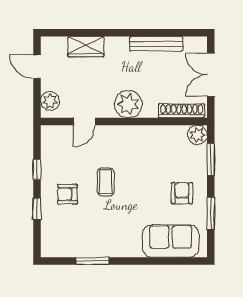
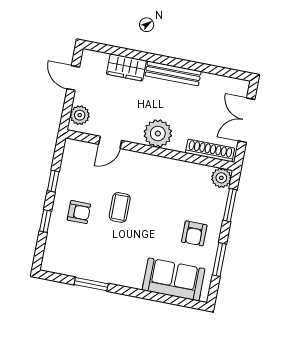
bench: (156, 44) -> (173, 73), moved
armchair: (182, 193) -> (194, 233), turned 180
armchair: (67, 194) -> (79, 212), turned 180

